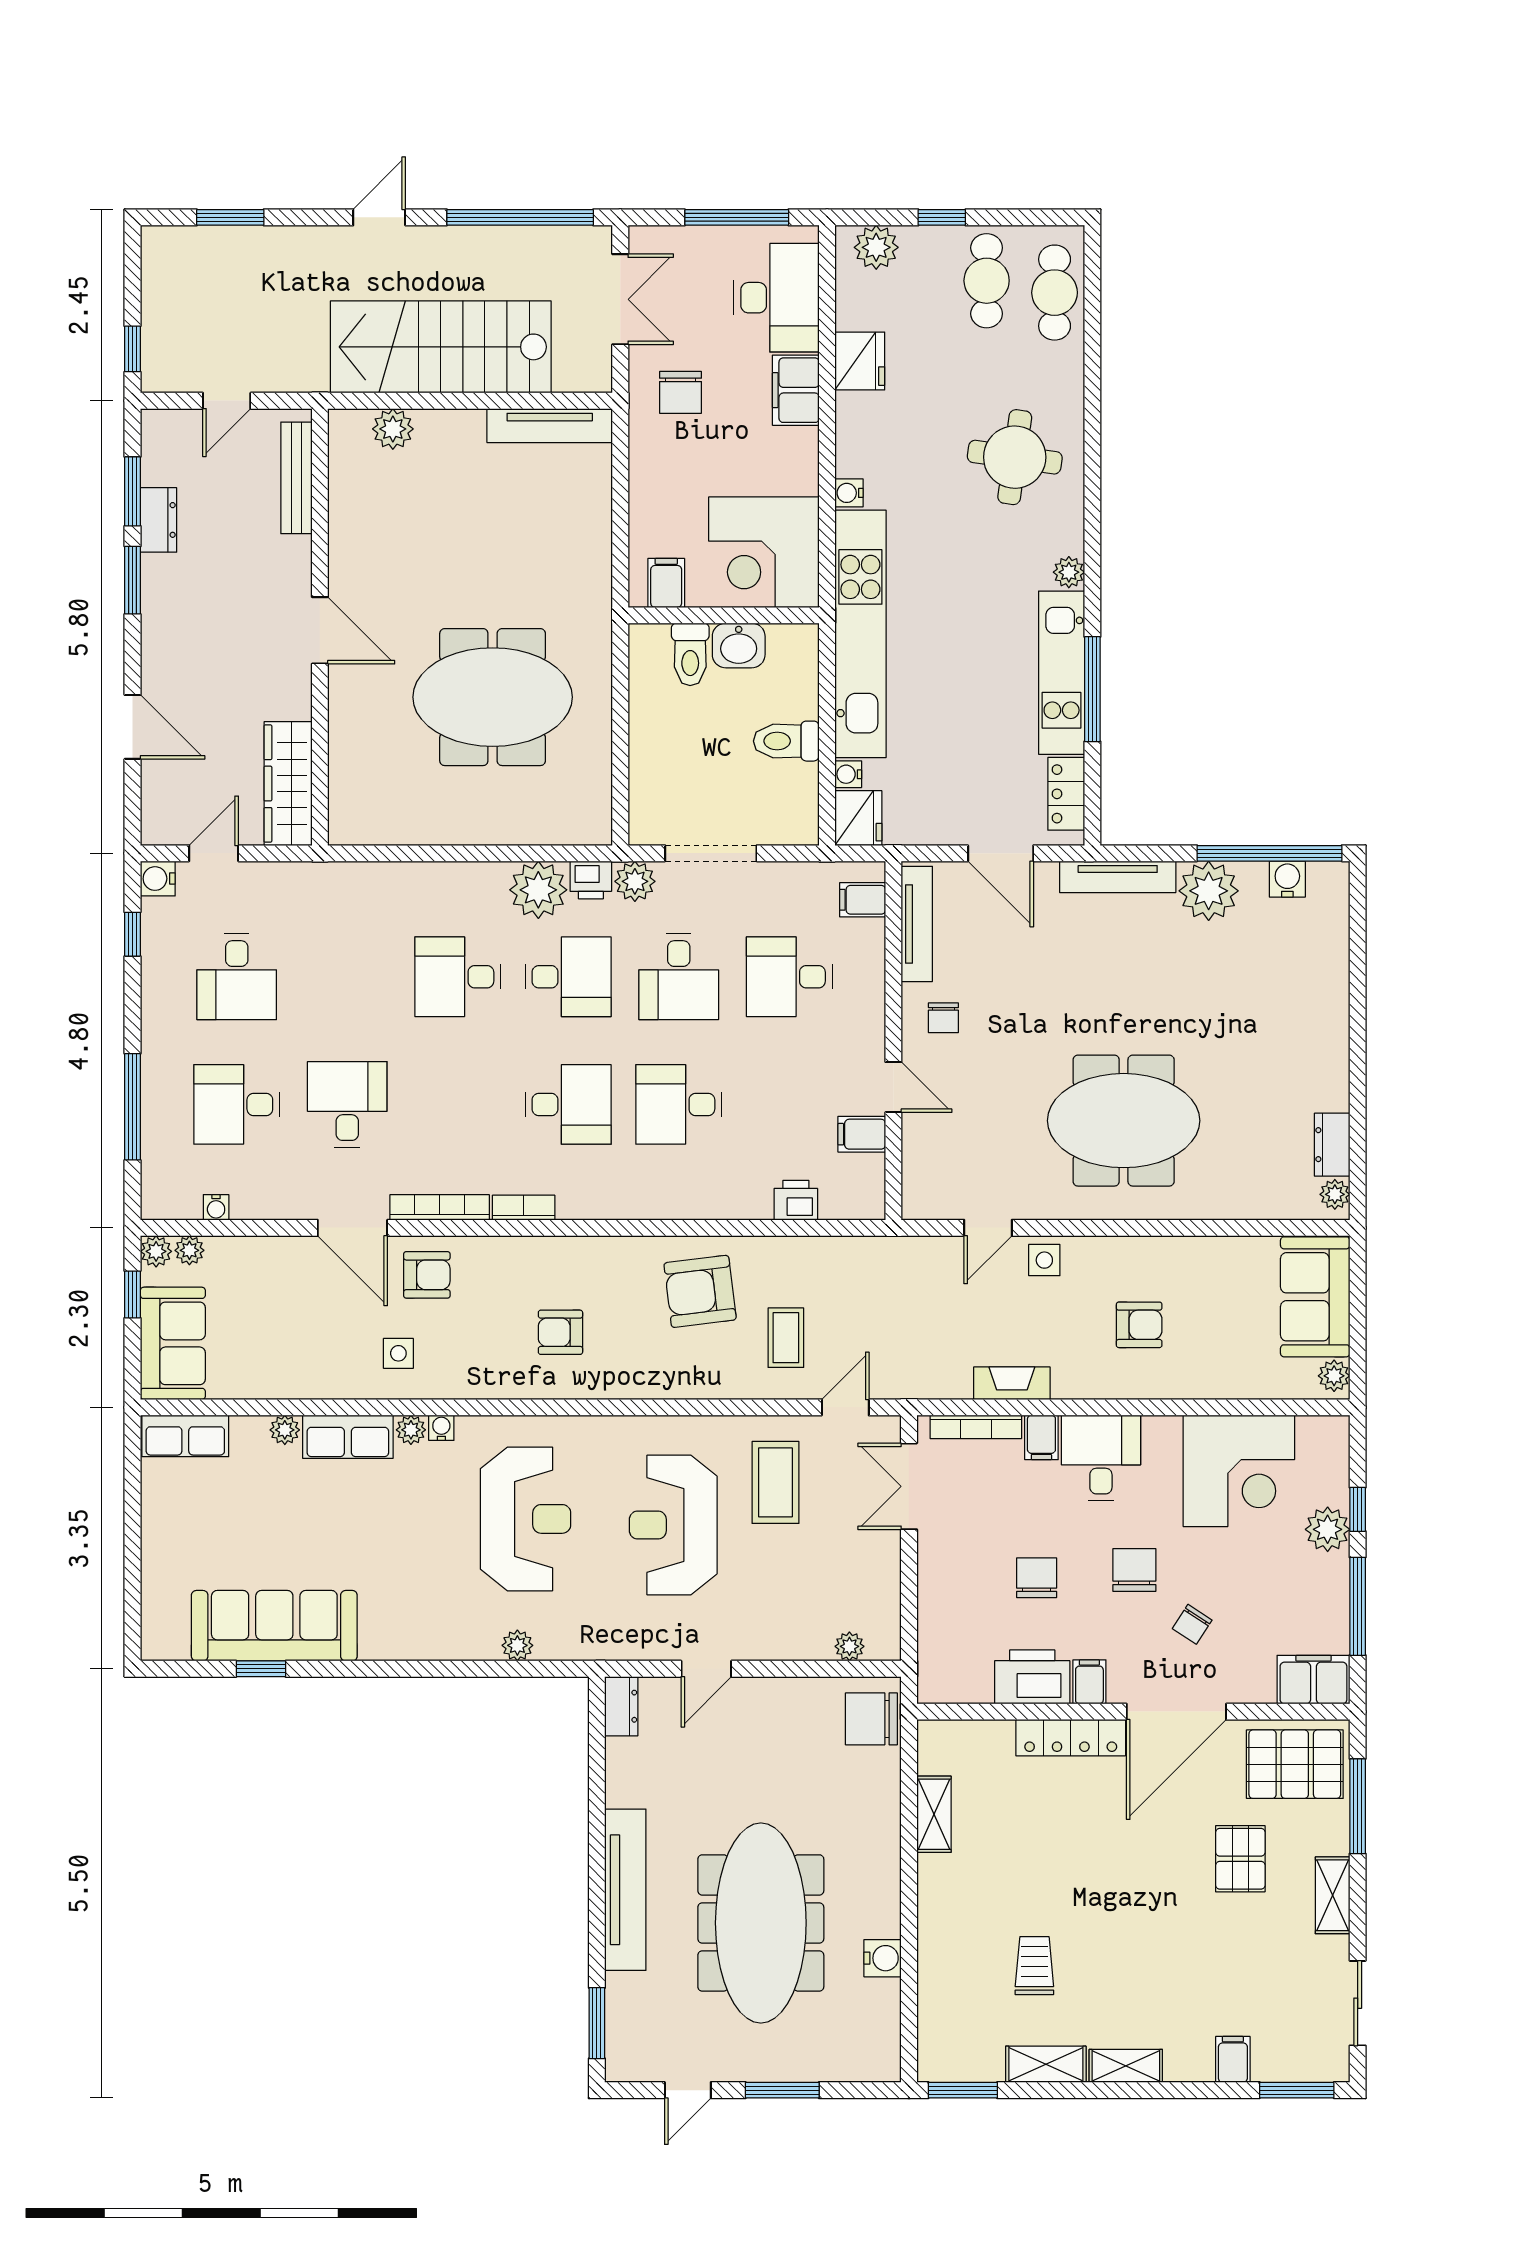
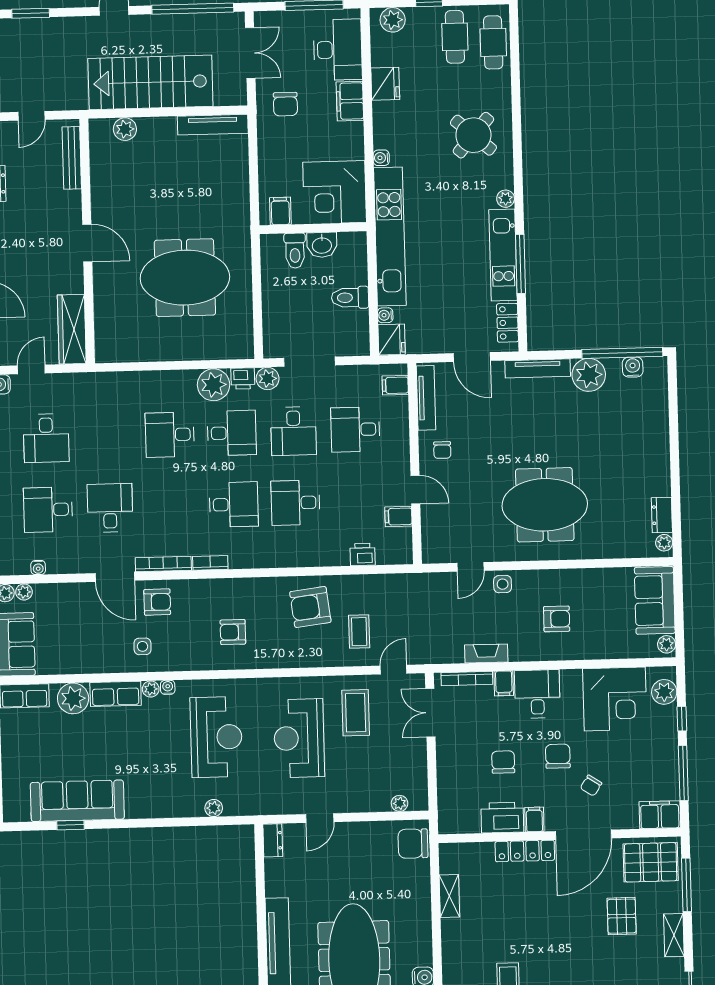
round table: (1015, 457) -> (473, 135), turned 33
plant: (285, 1430) -> (73, 698), width x1.87, depth x1.87
plant: (1328, 1529) -> (664, 692), moved

